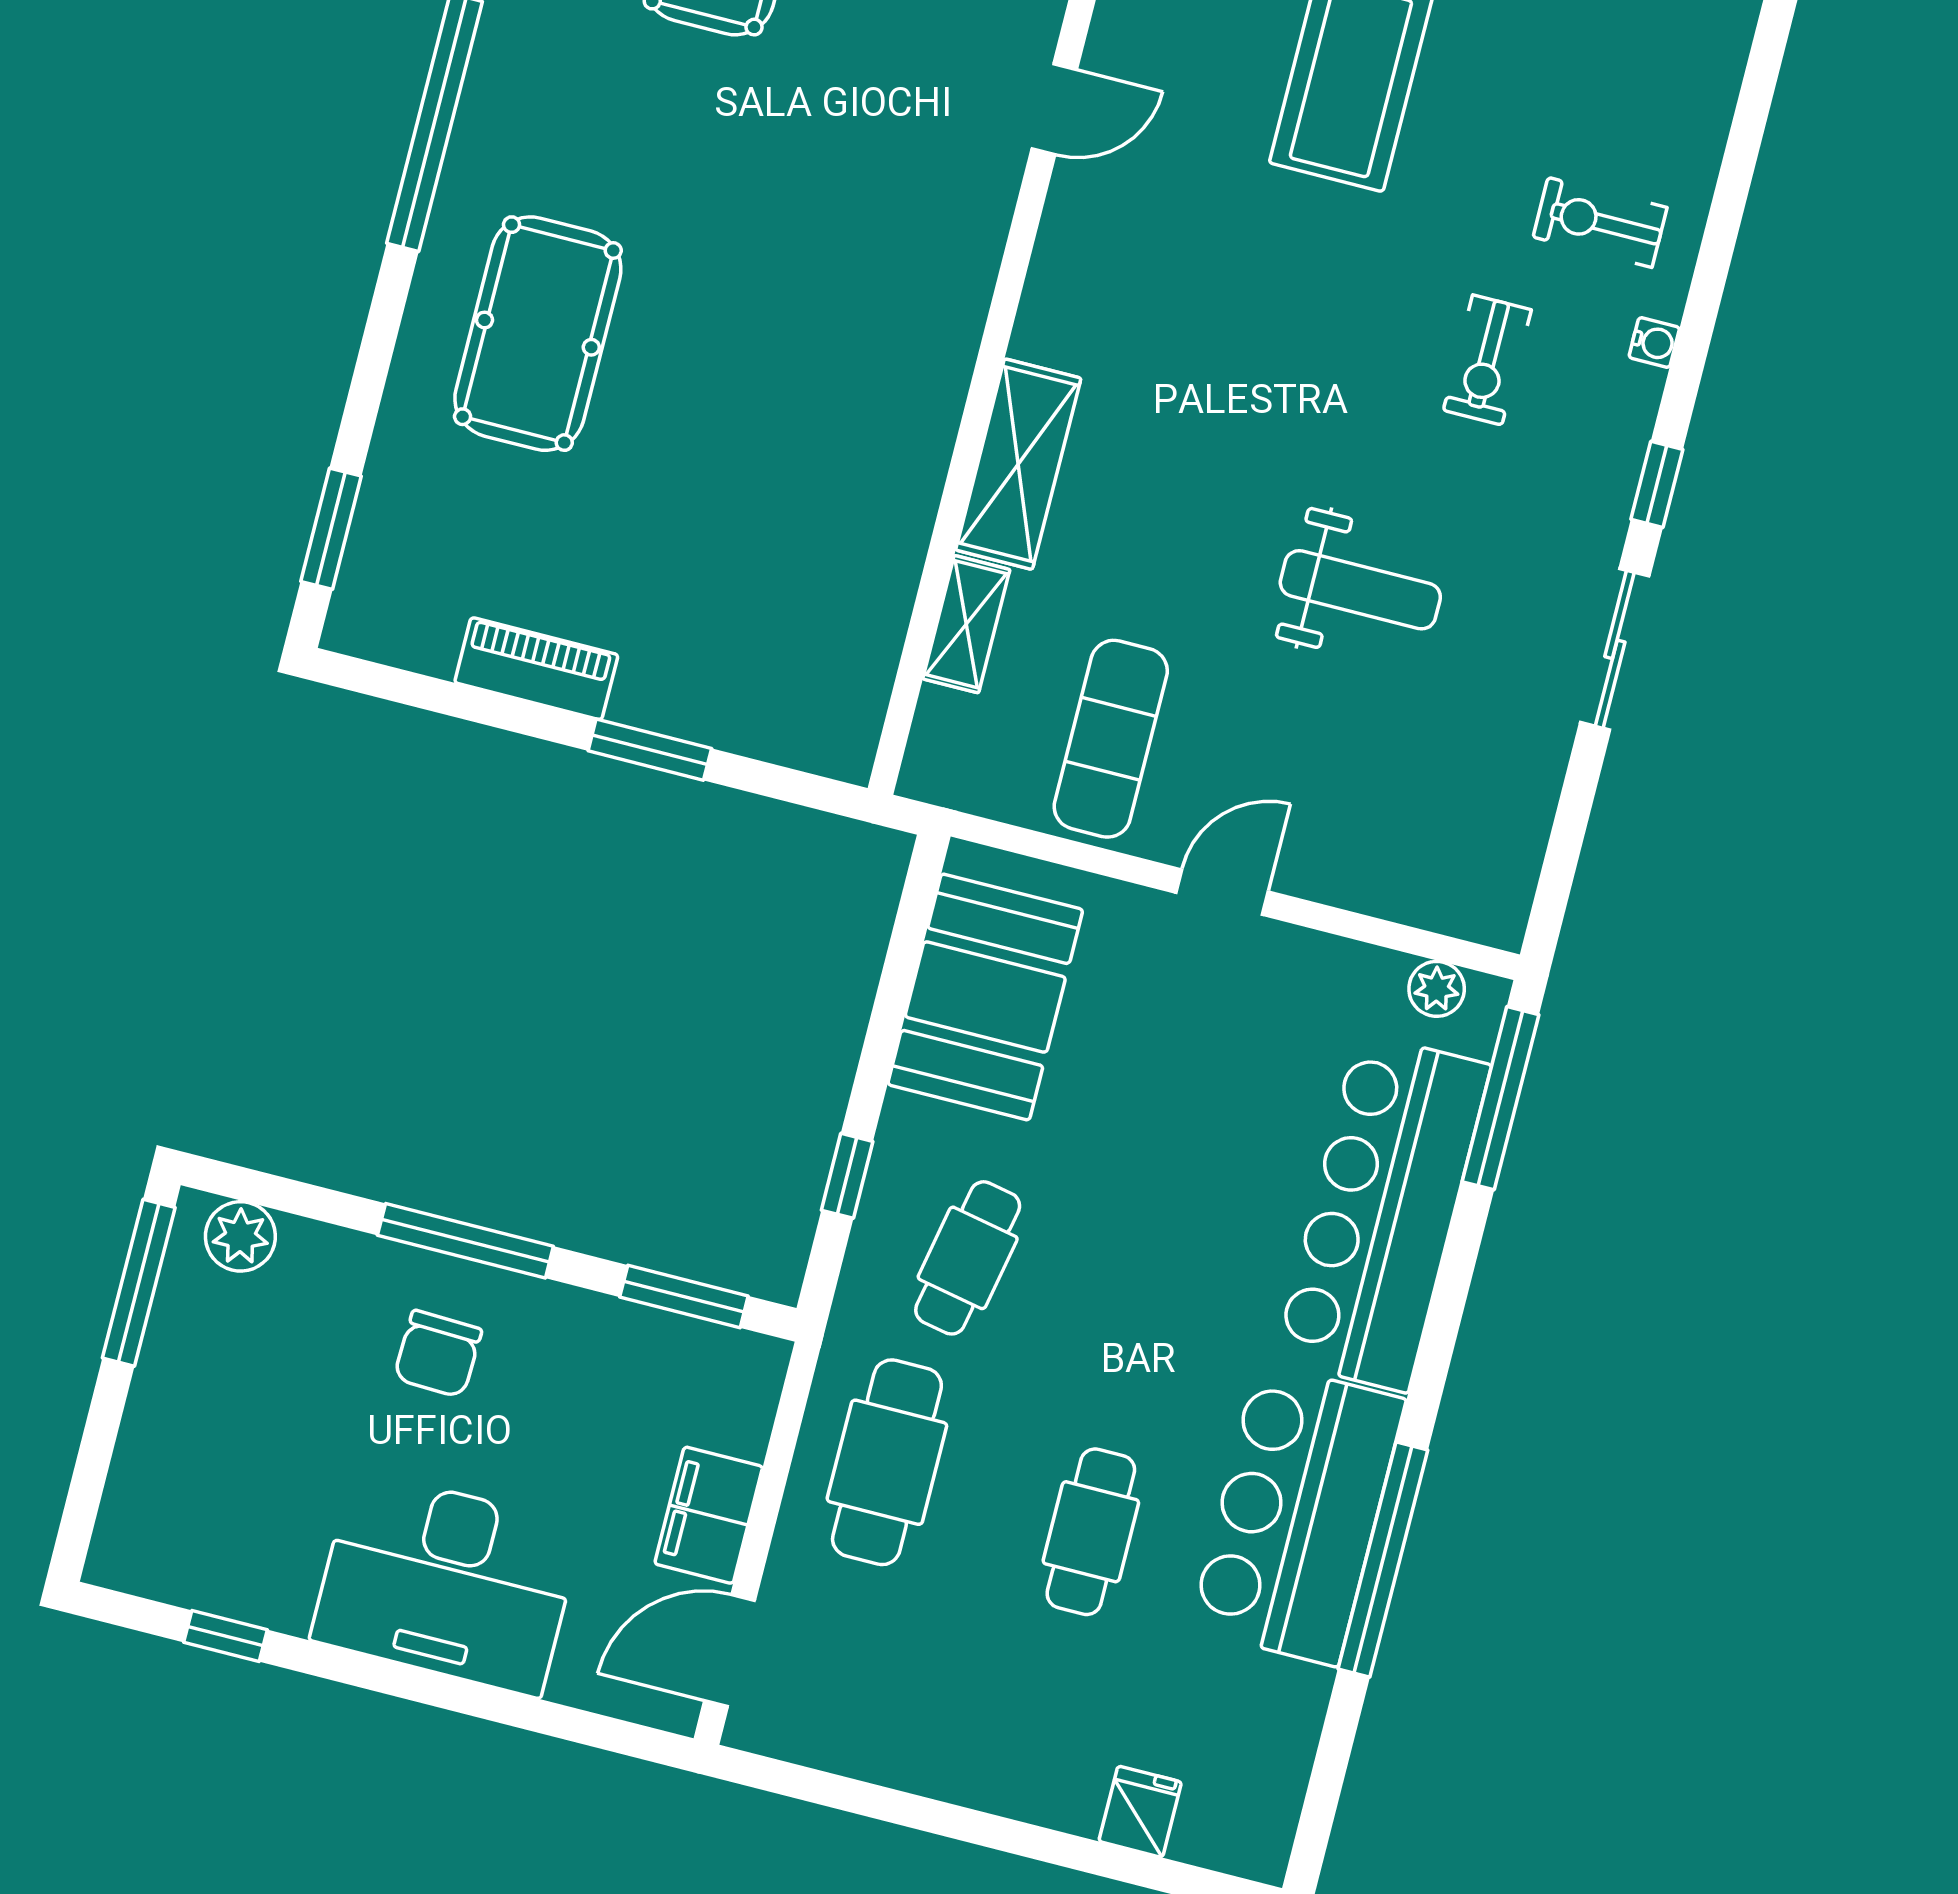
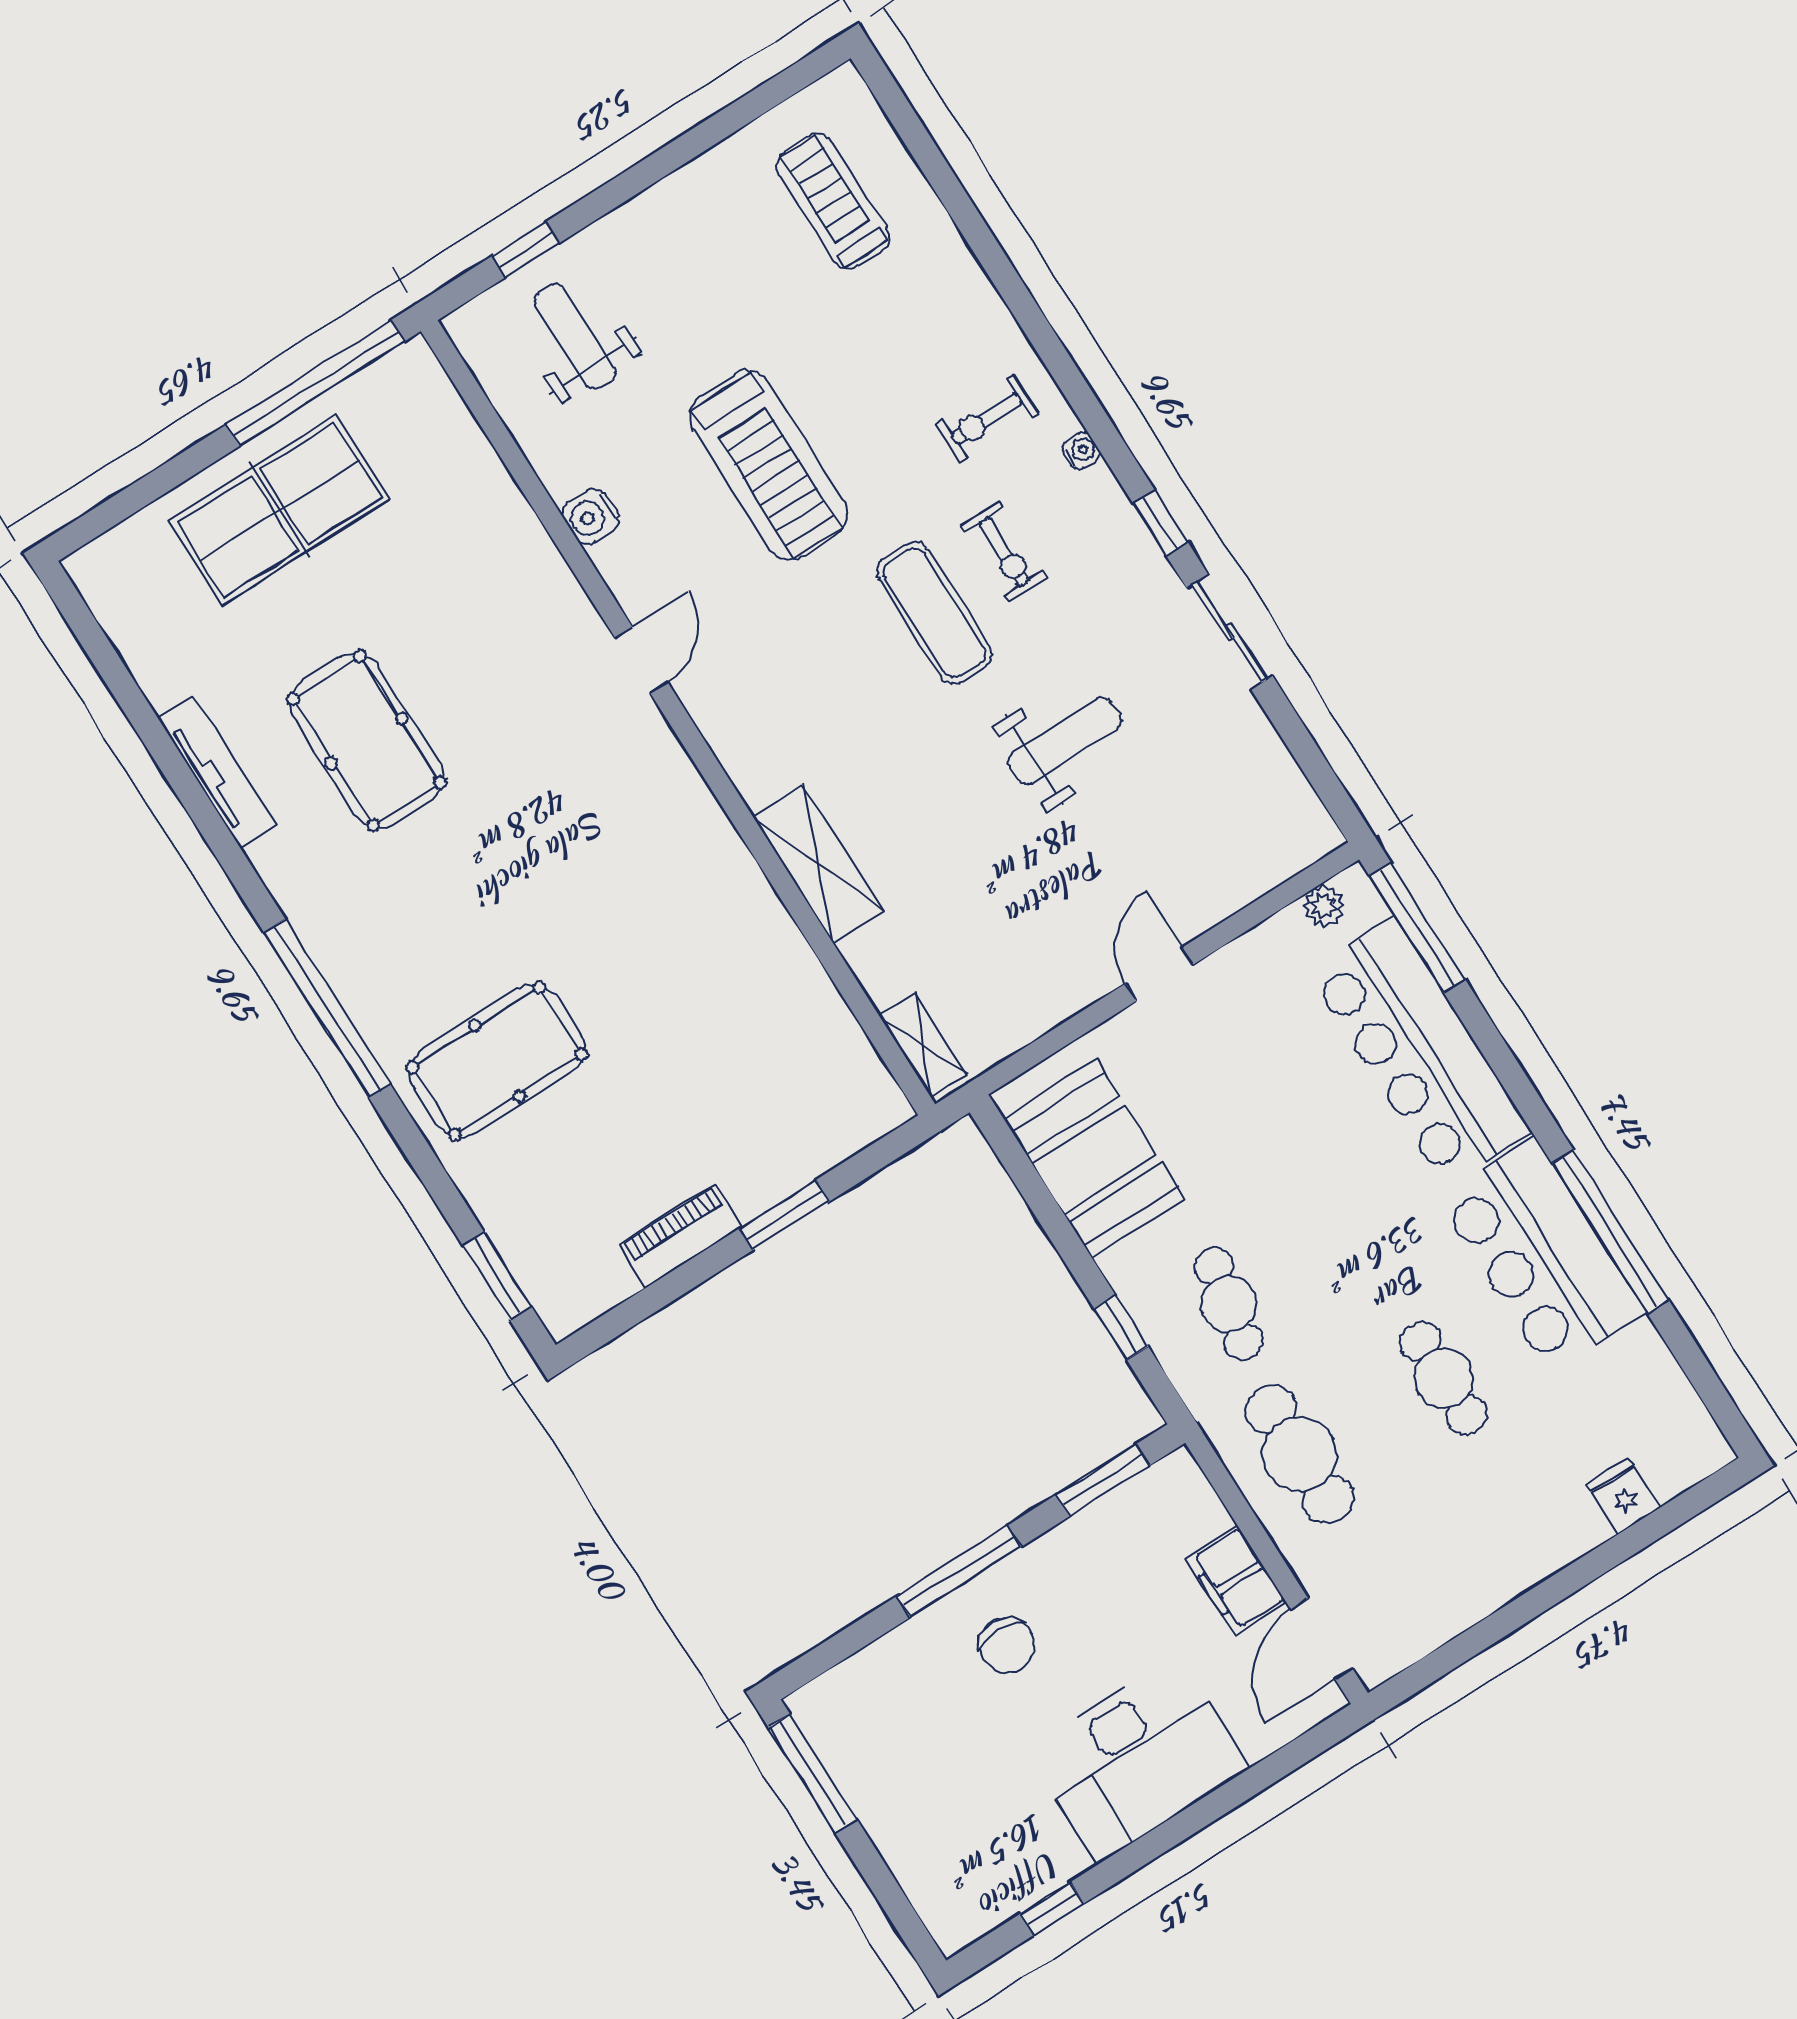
pool table: (538, 334) -> (497, 1061), turned 90
shelving: (966, 624) -> (923, 1045), moved
exercise mat: (1111, 739) -> (934, 613), moved
plant: (240, 1236) -> (840, 1693), removed

